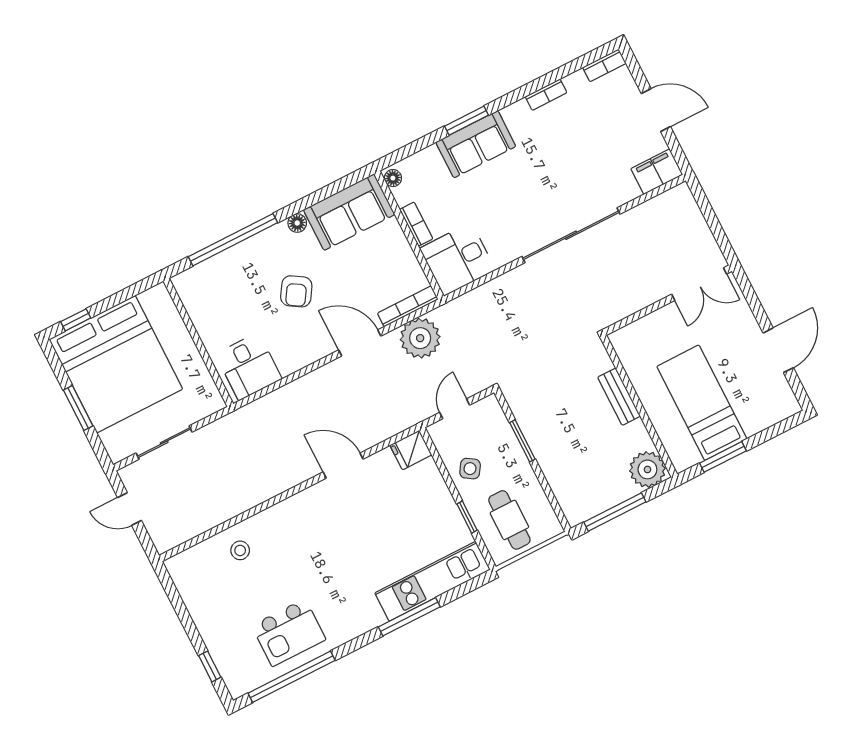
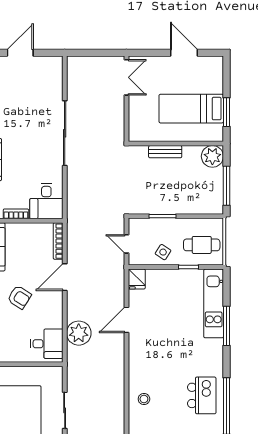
filing cabinet: (657, 172) -> (54, 69), removed
plant: (420, 338) -> (79, 333), moved

